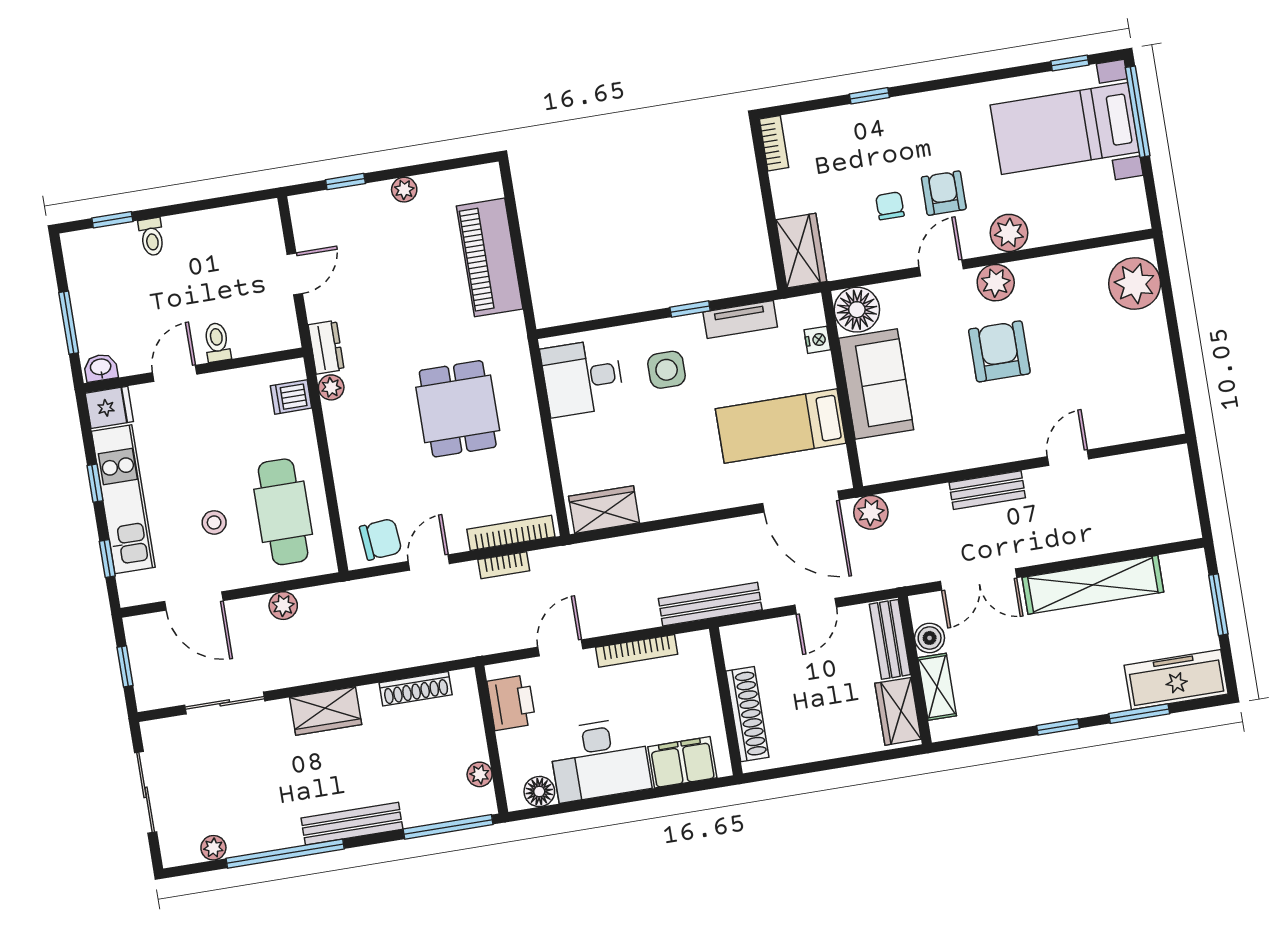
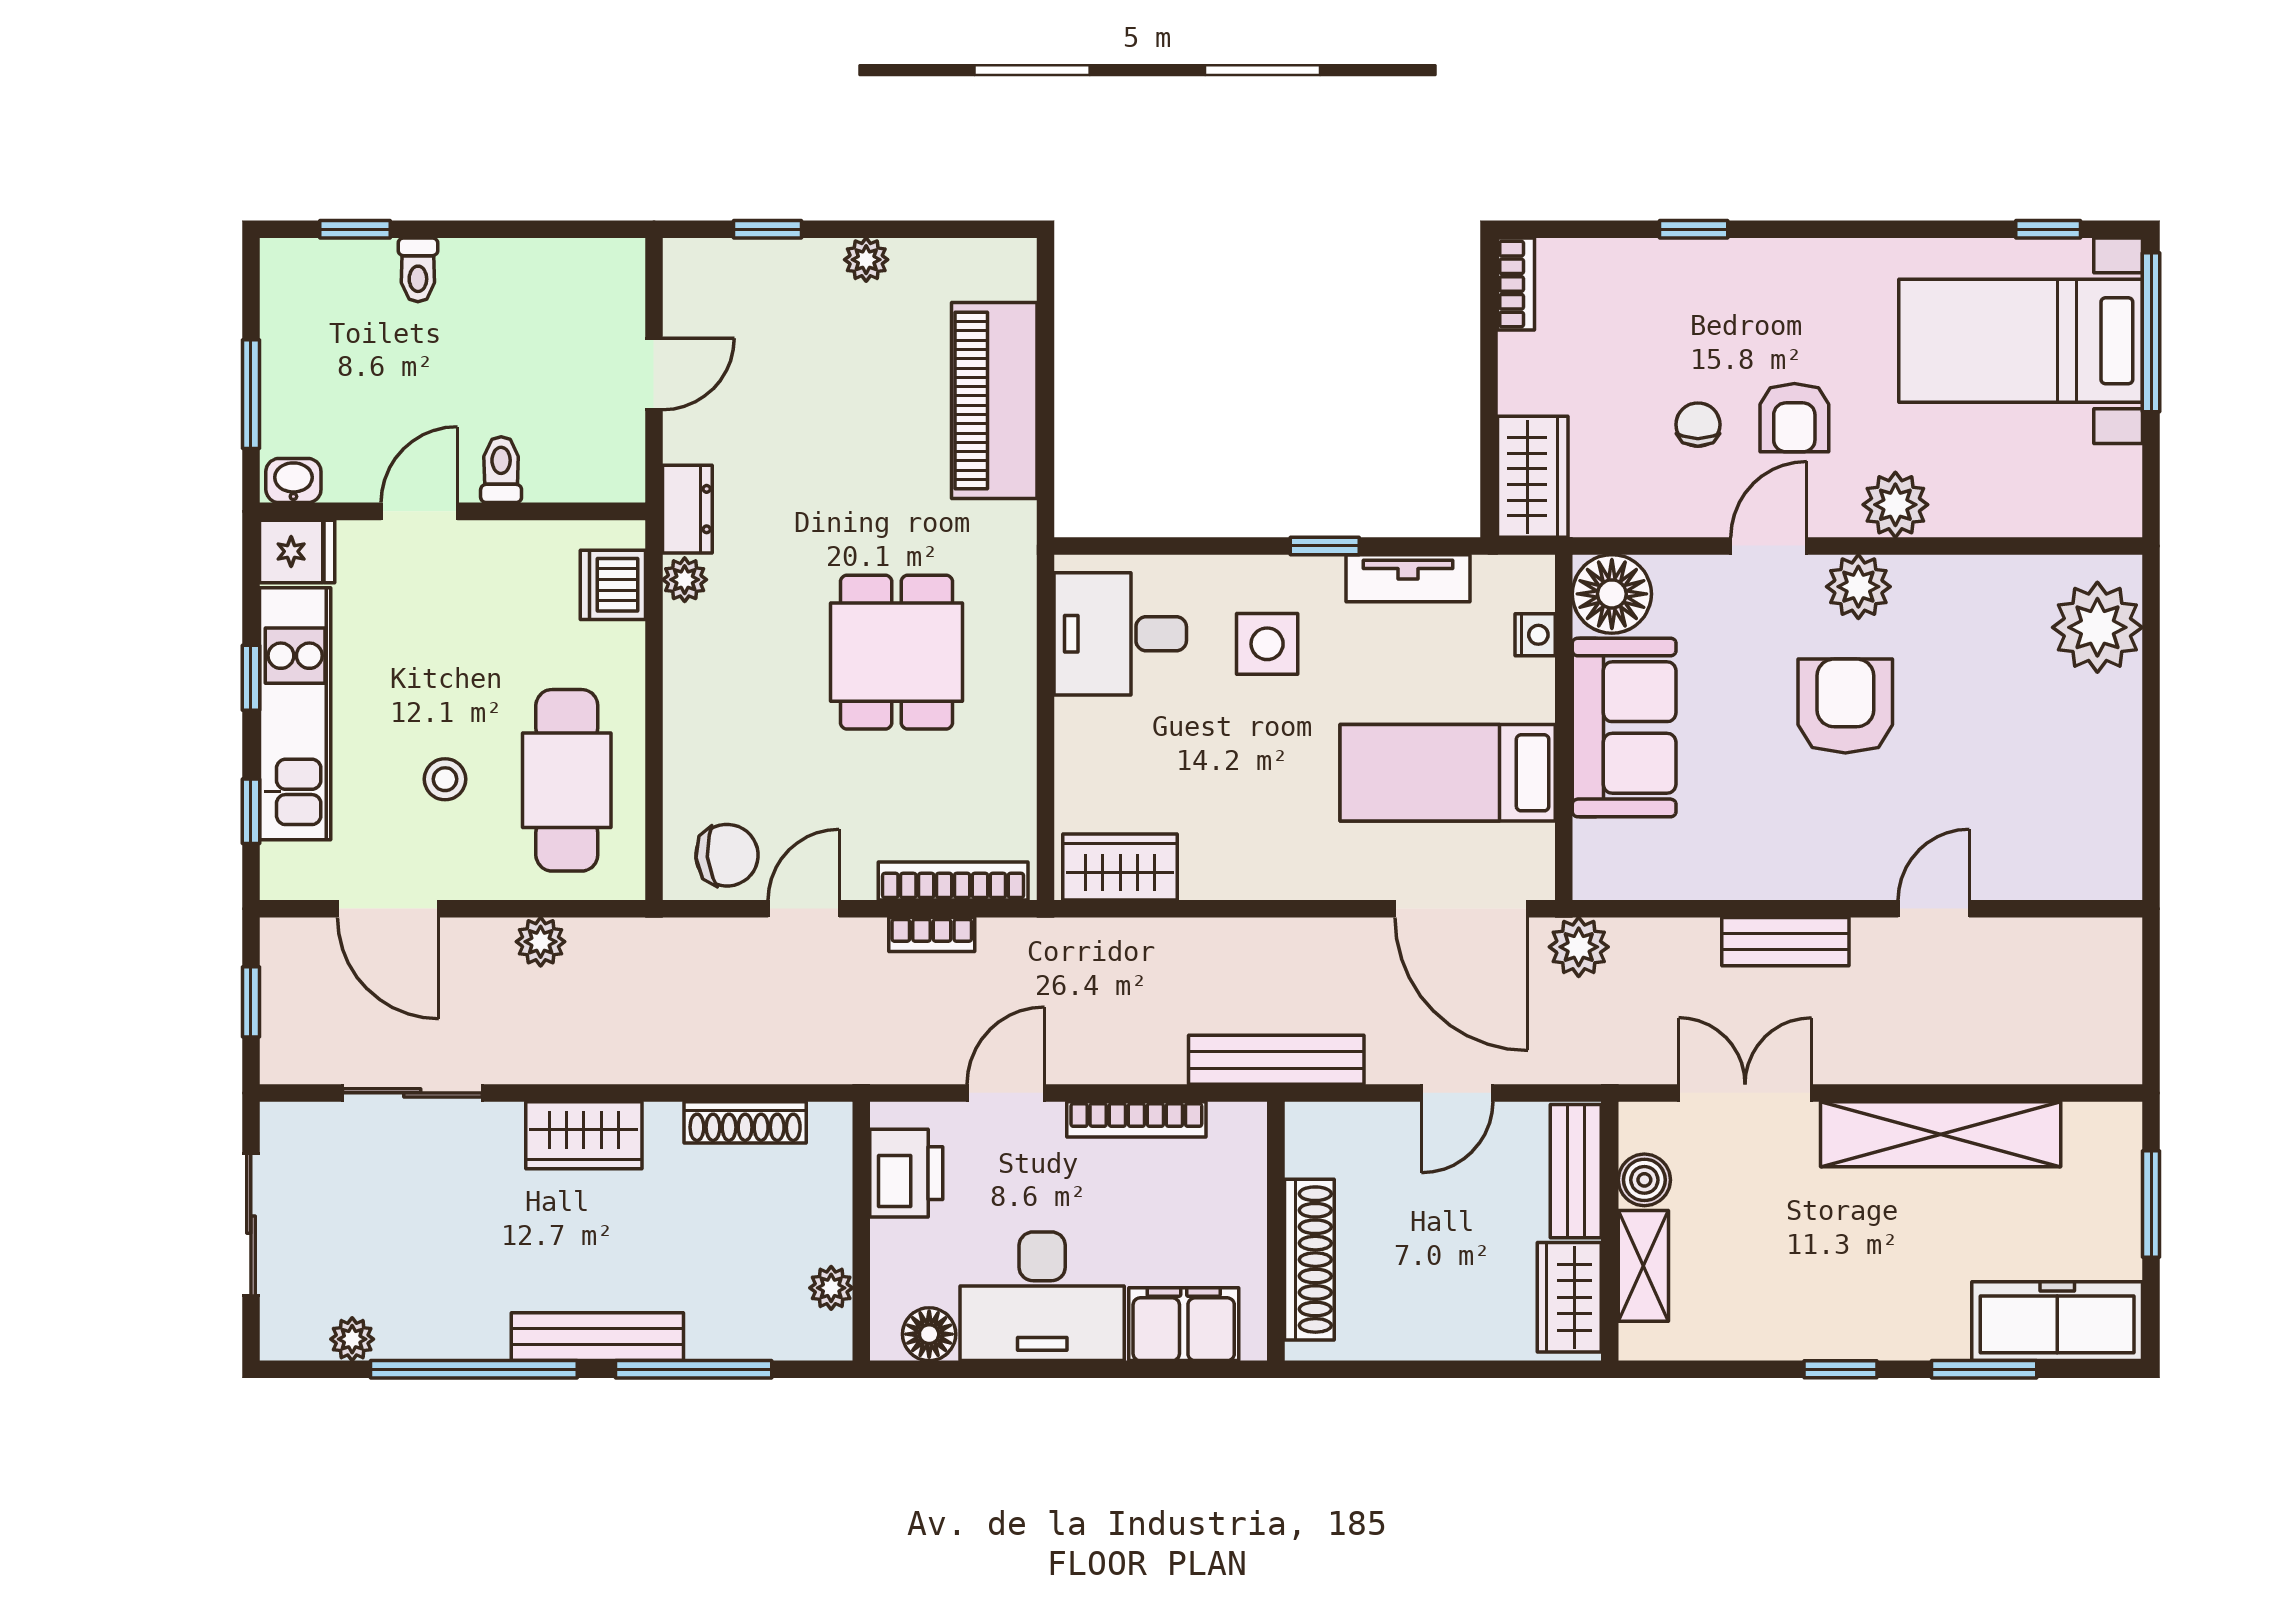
armchair: (944, 193) -> (1794, 418), turned 180
dishwasher: (291, 397) -> (613, 585), width x1.38
double door: (978, 579) -> (1745, 1093), swing flipped
window: (448, 827) -> (694, 1369), moved

